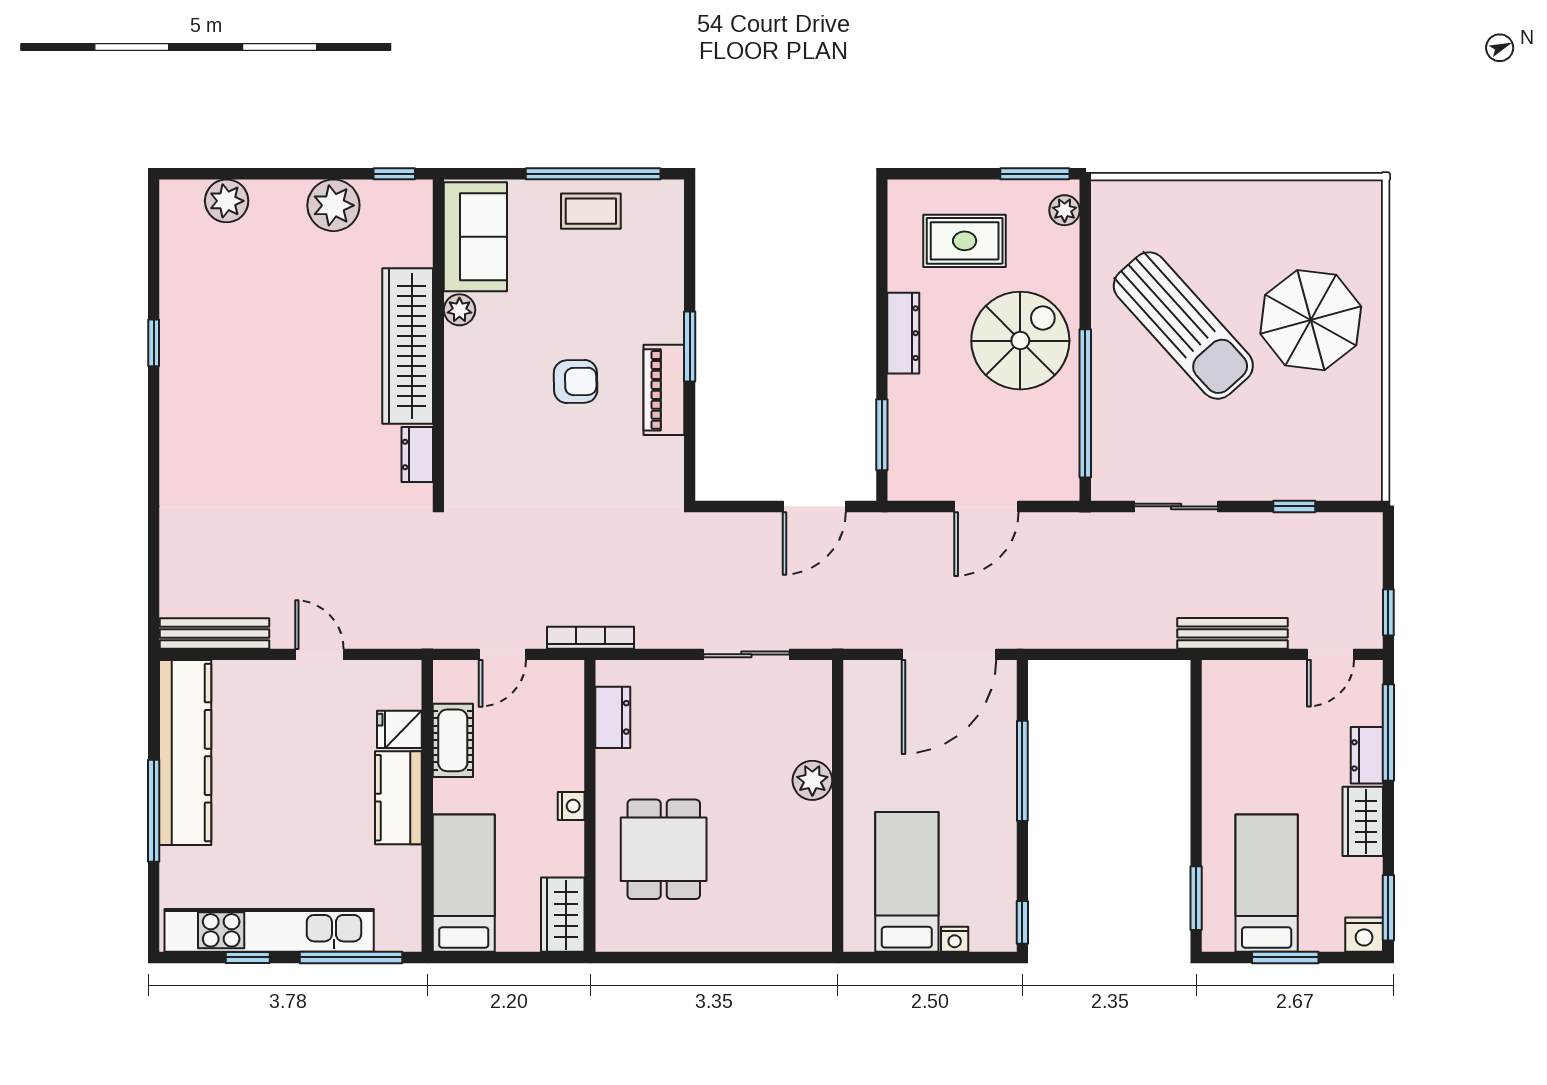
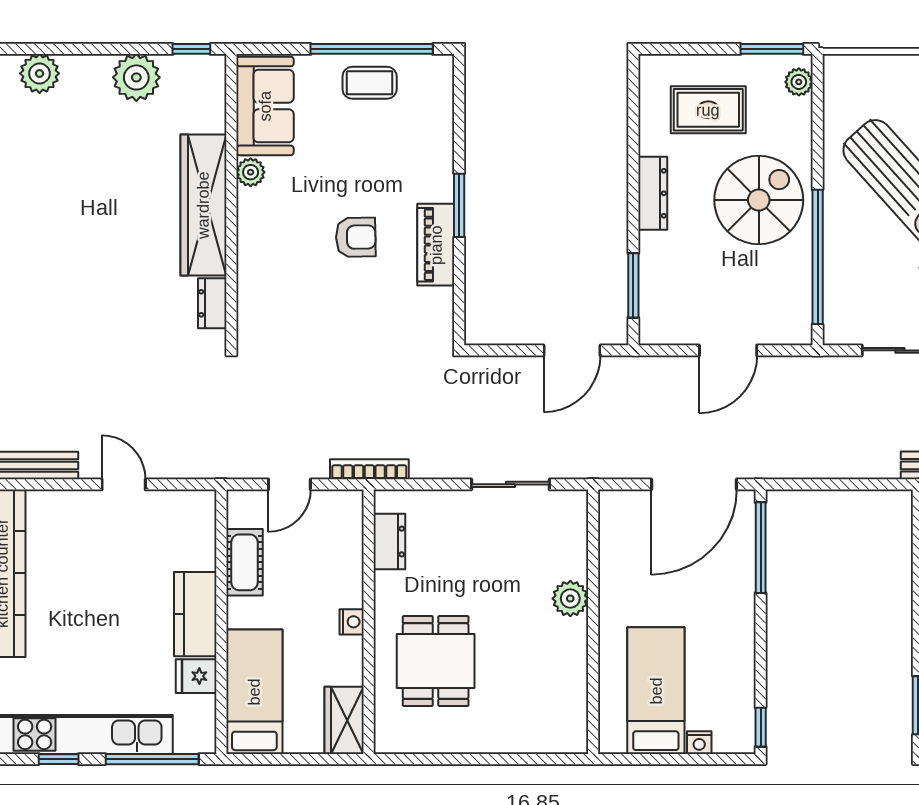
fridge: (399, 729) -> (196, 676), moved
window: (1022, 771) -> (761, 548), moved

